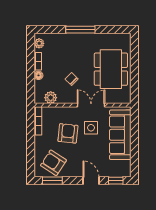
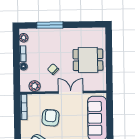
window: (80, 30) -> (50, 25), moved
dining table: (111, 69) -> (88, 60), width x0.73
side table: (91, 128) -> (71, 112), removed

